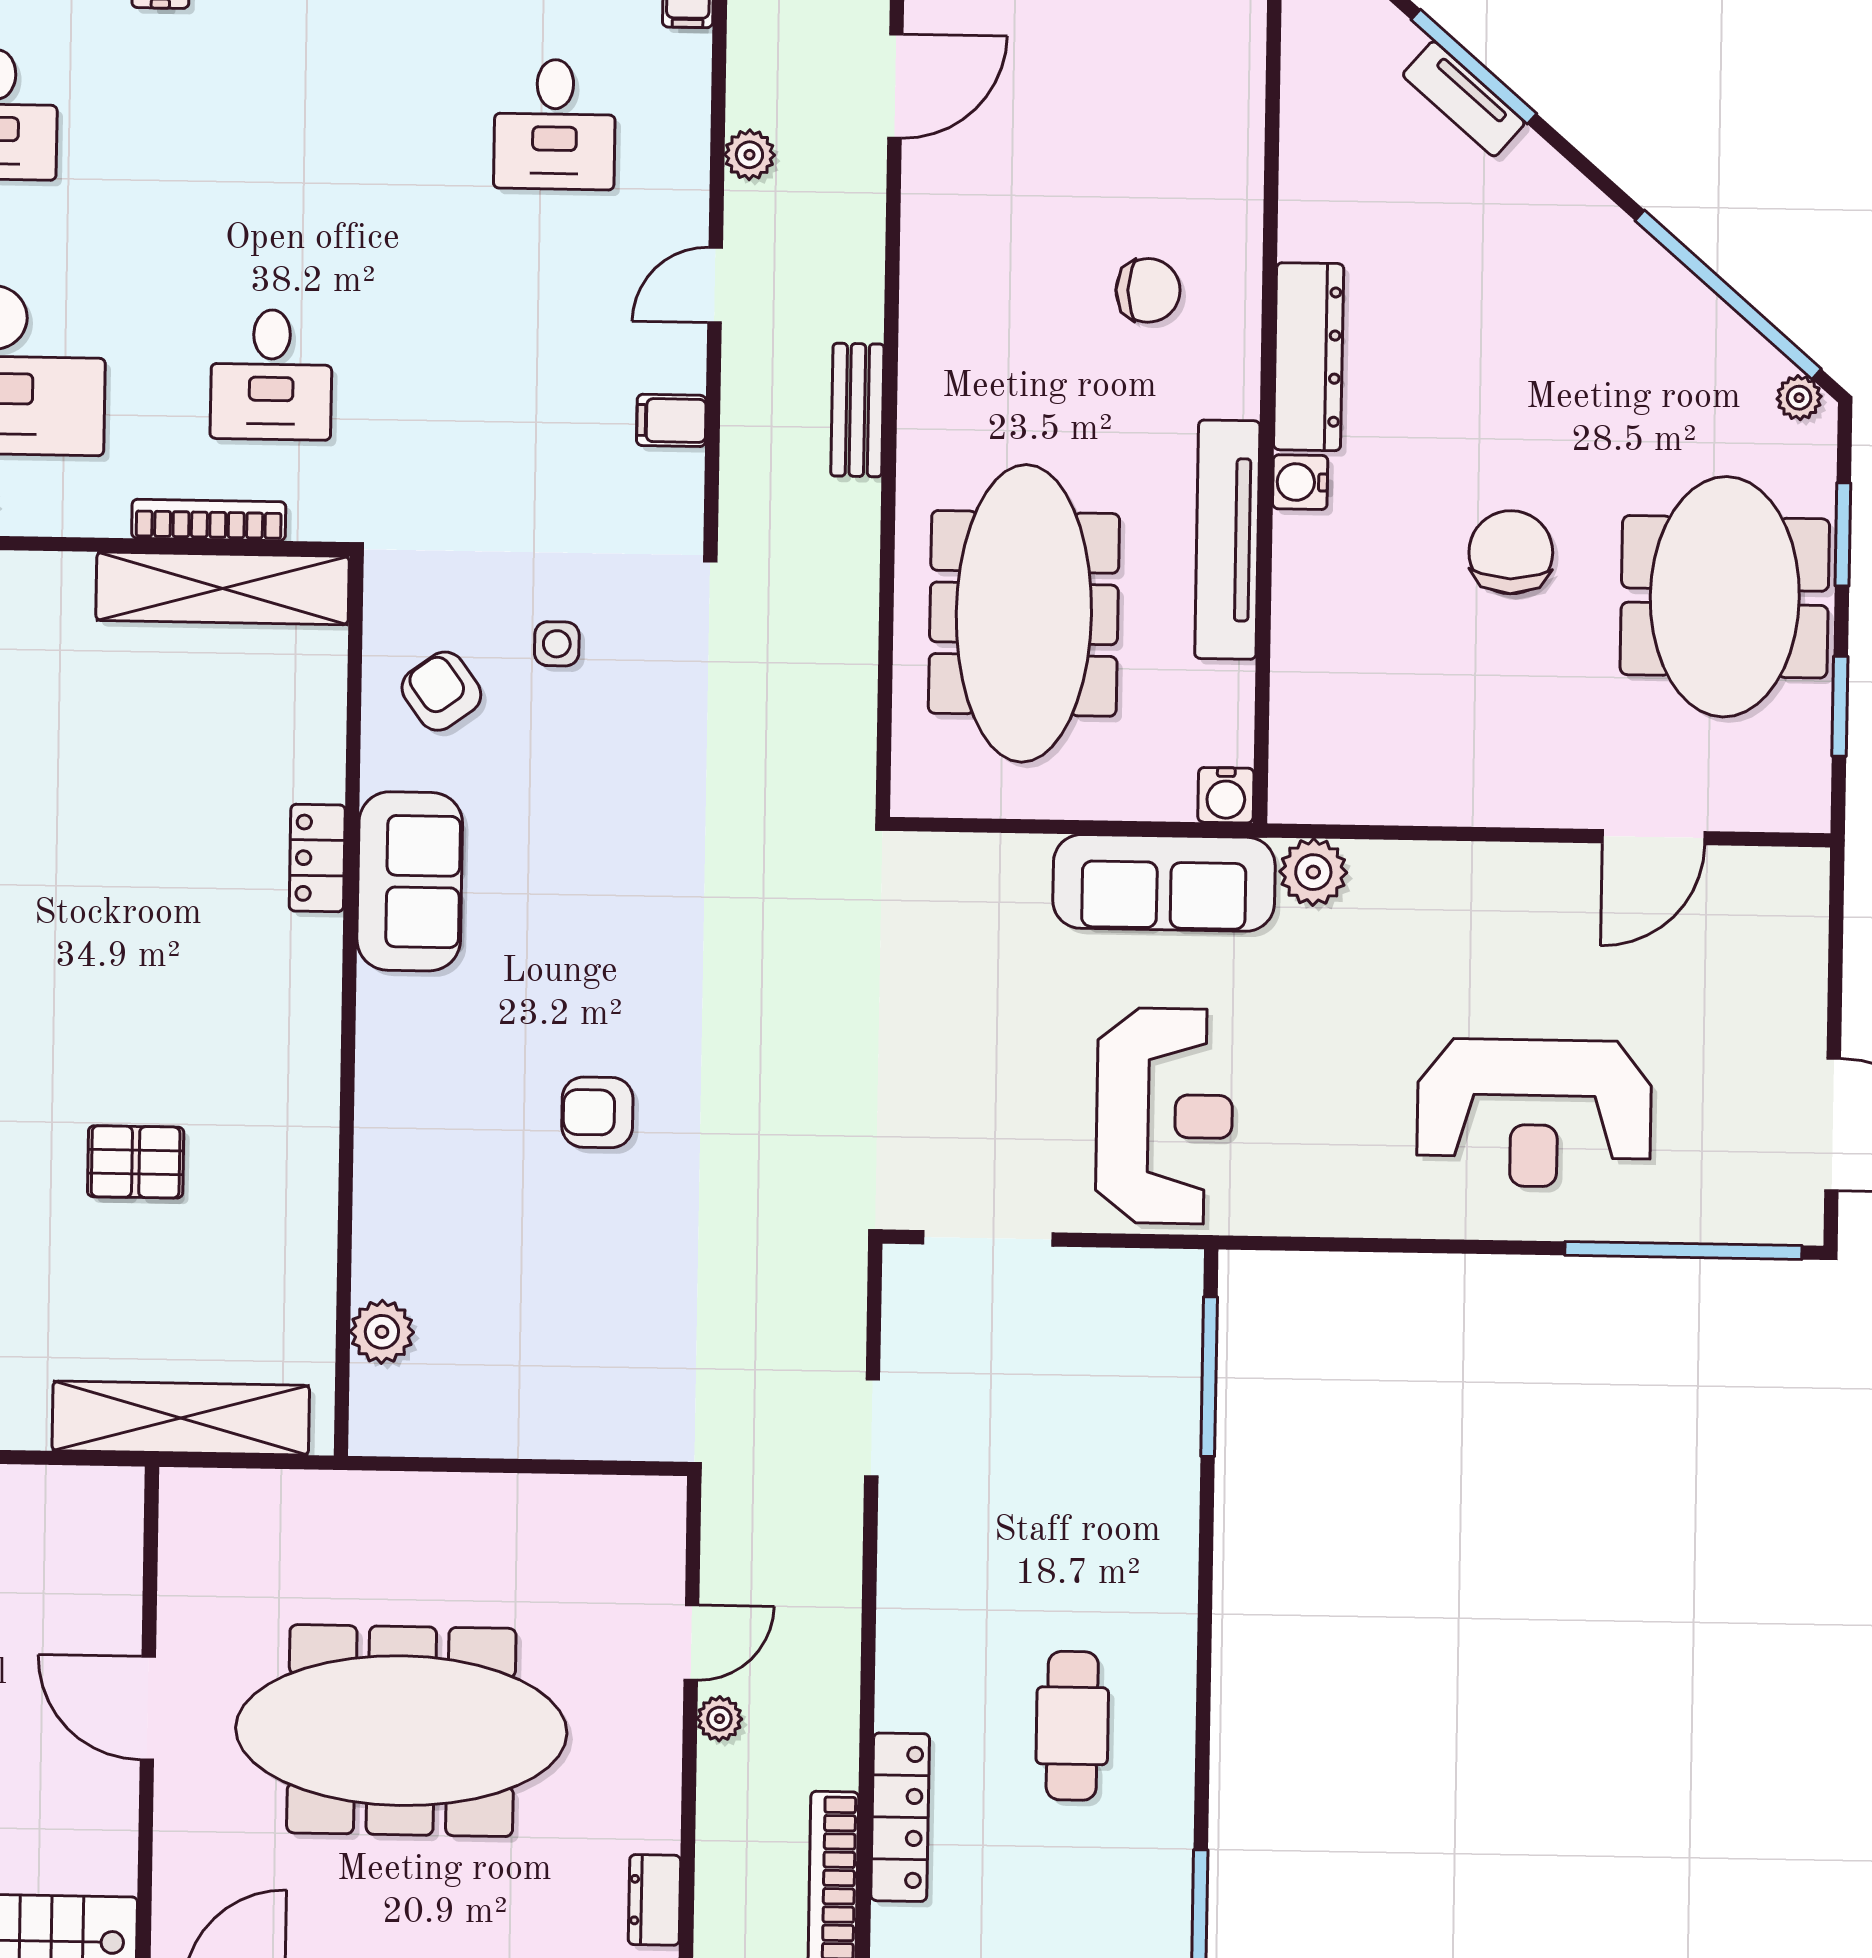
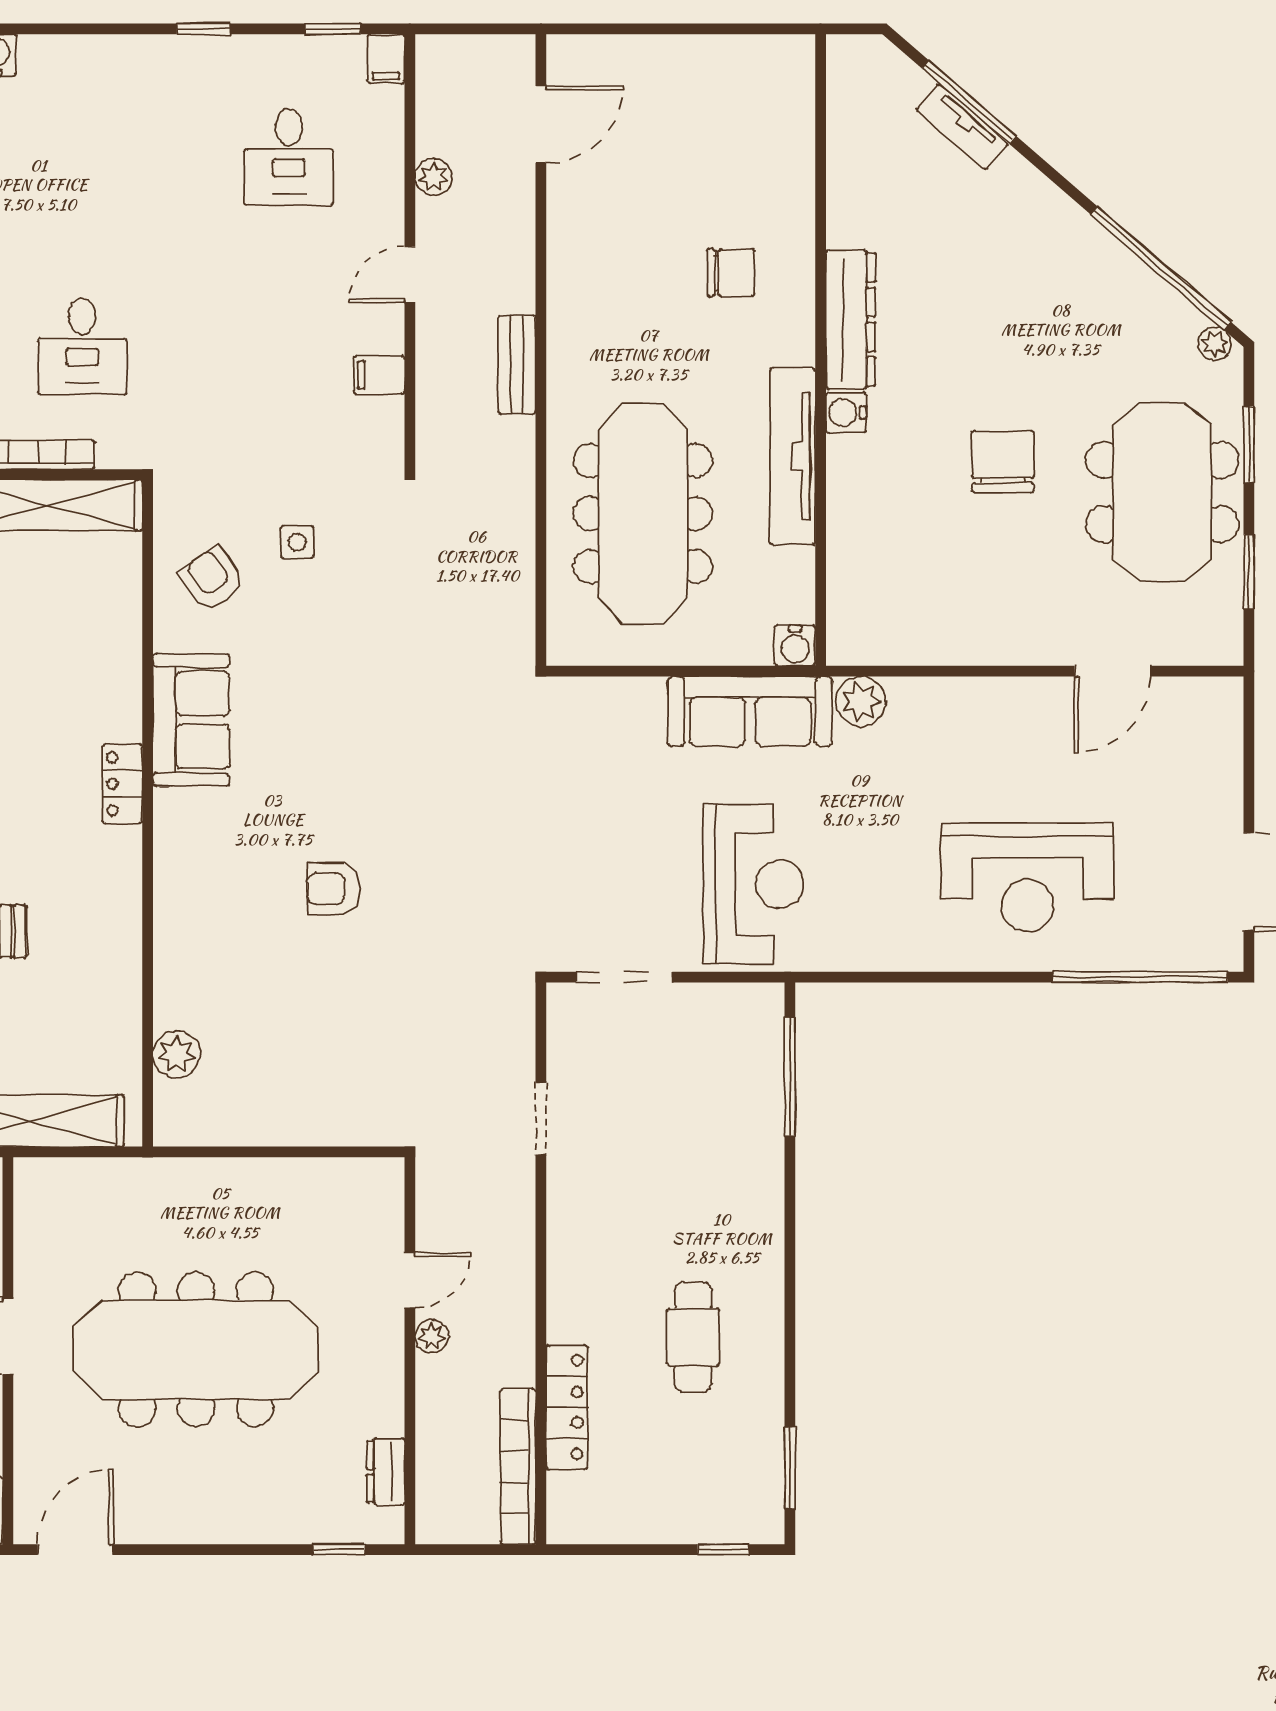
locker: (317, 858) -> (122, 784), moved

